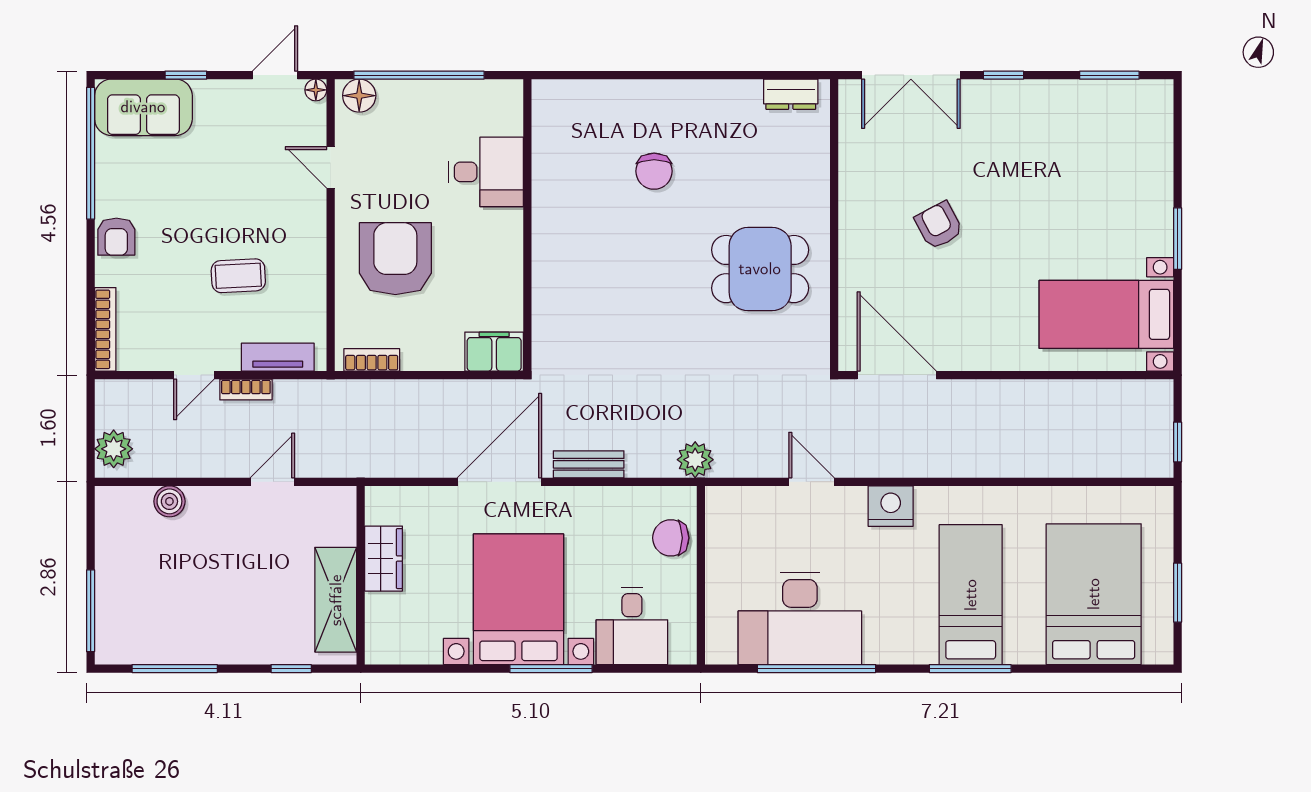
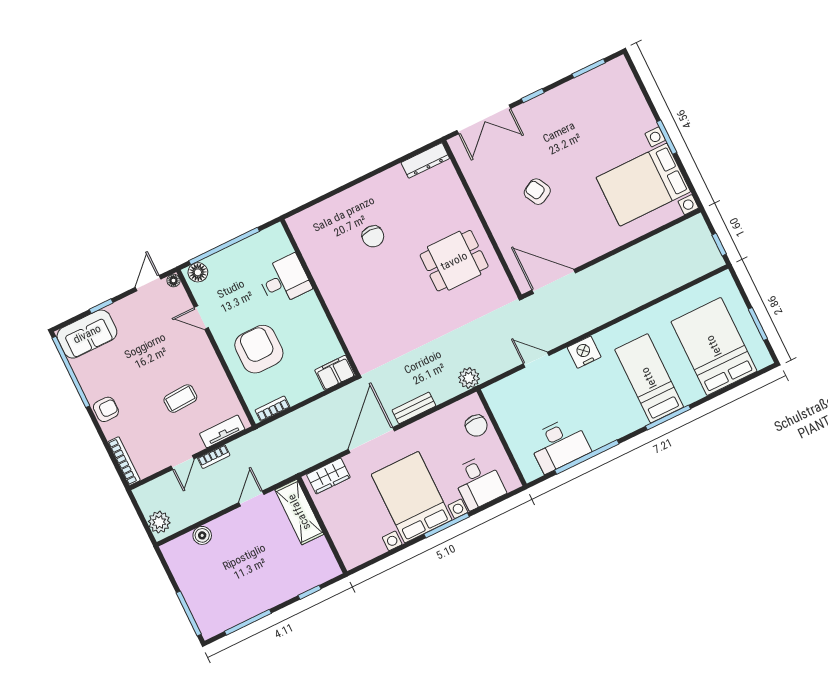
dresser: (791, 94) -> (425, 160), width x1.44
armchair: (116, 237) -> (106, 409), turned -90
bed with nightstands: (1106, 314) -> (643, 185), width x1.36
chair: (671, 538) -> (476, 426), turned -90
wardrobe: (384, 559) -> (328, 476), moved, turned 90
shelving: (336, 600) -> (299, 512), moved
desk: (800, 618) -> (559, 445), width x0.73, depth x0.77

